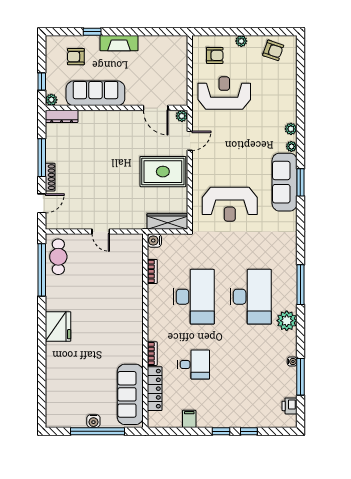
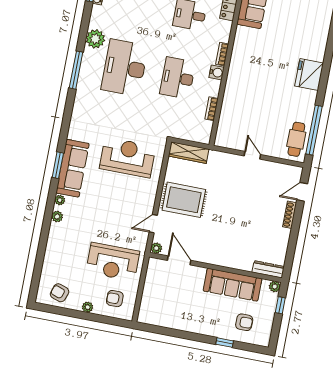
fireplace: (119, 43) -> (202, 327), removed
window: (42, 158) -> (294, 235), removed
water cooler: (154, 241) -> (217, 72), moved
desk: (194, 297) -> (178, 78), width x0.73, depth x0.77
bookcase: (152, 354) -> (222, 54), moved

